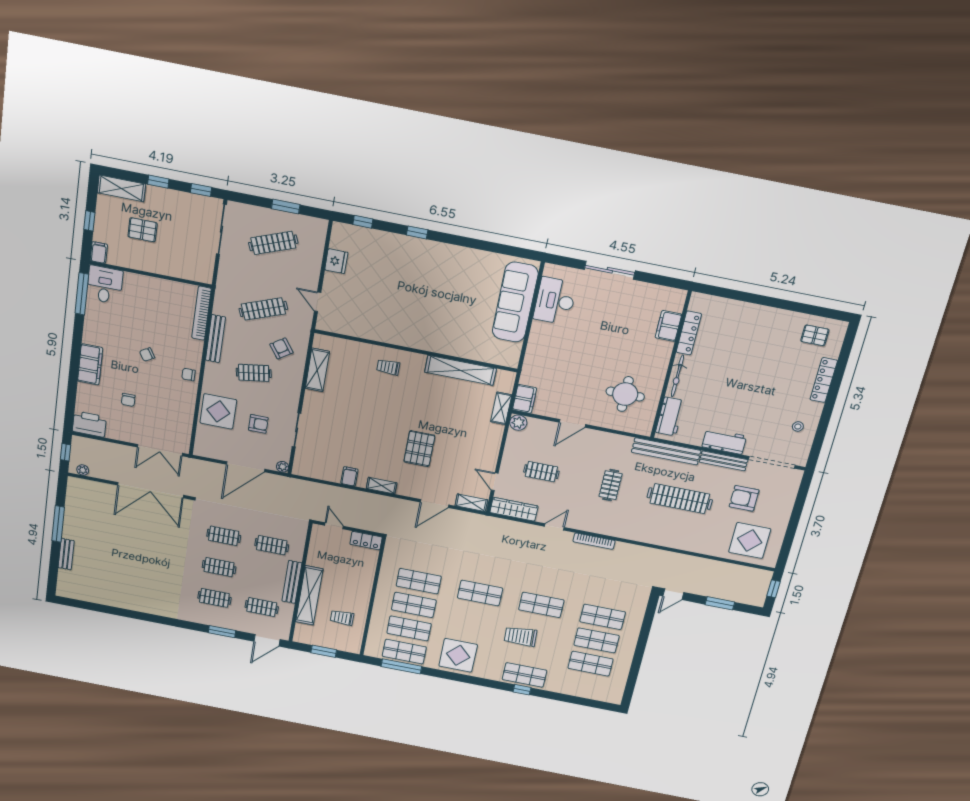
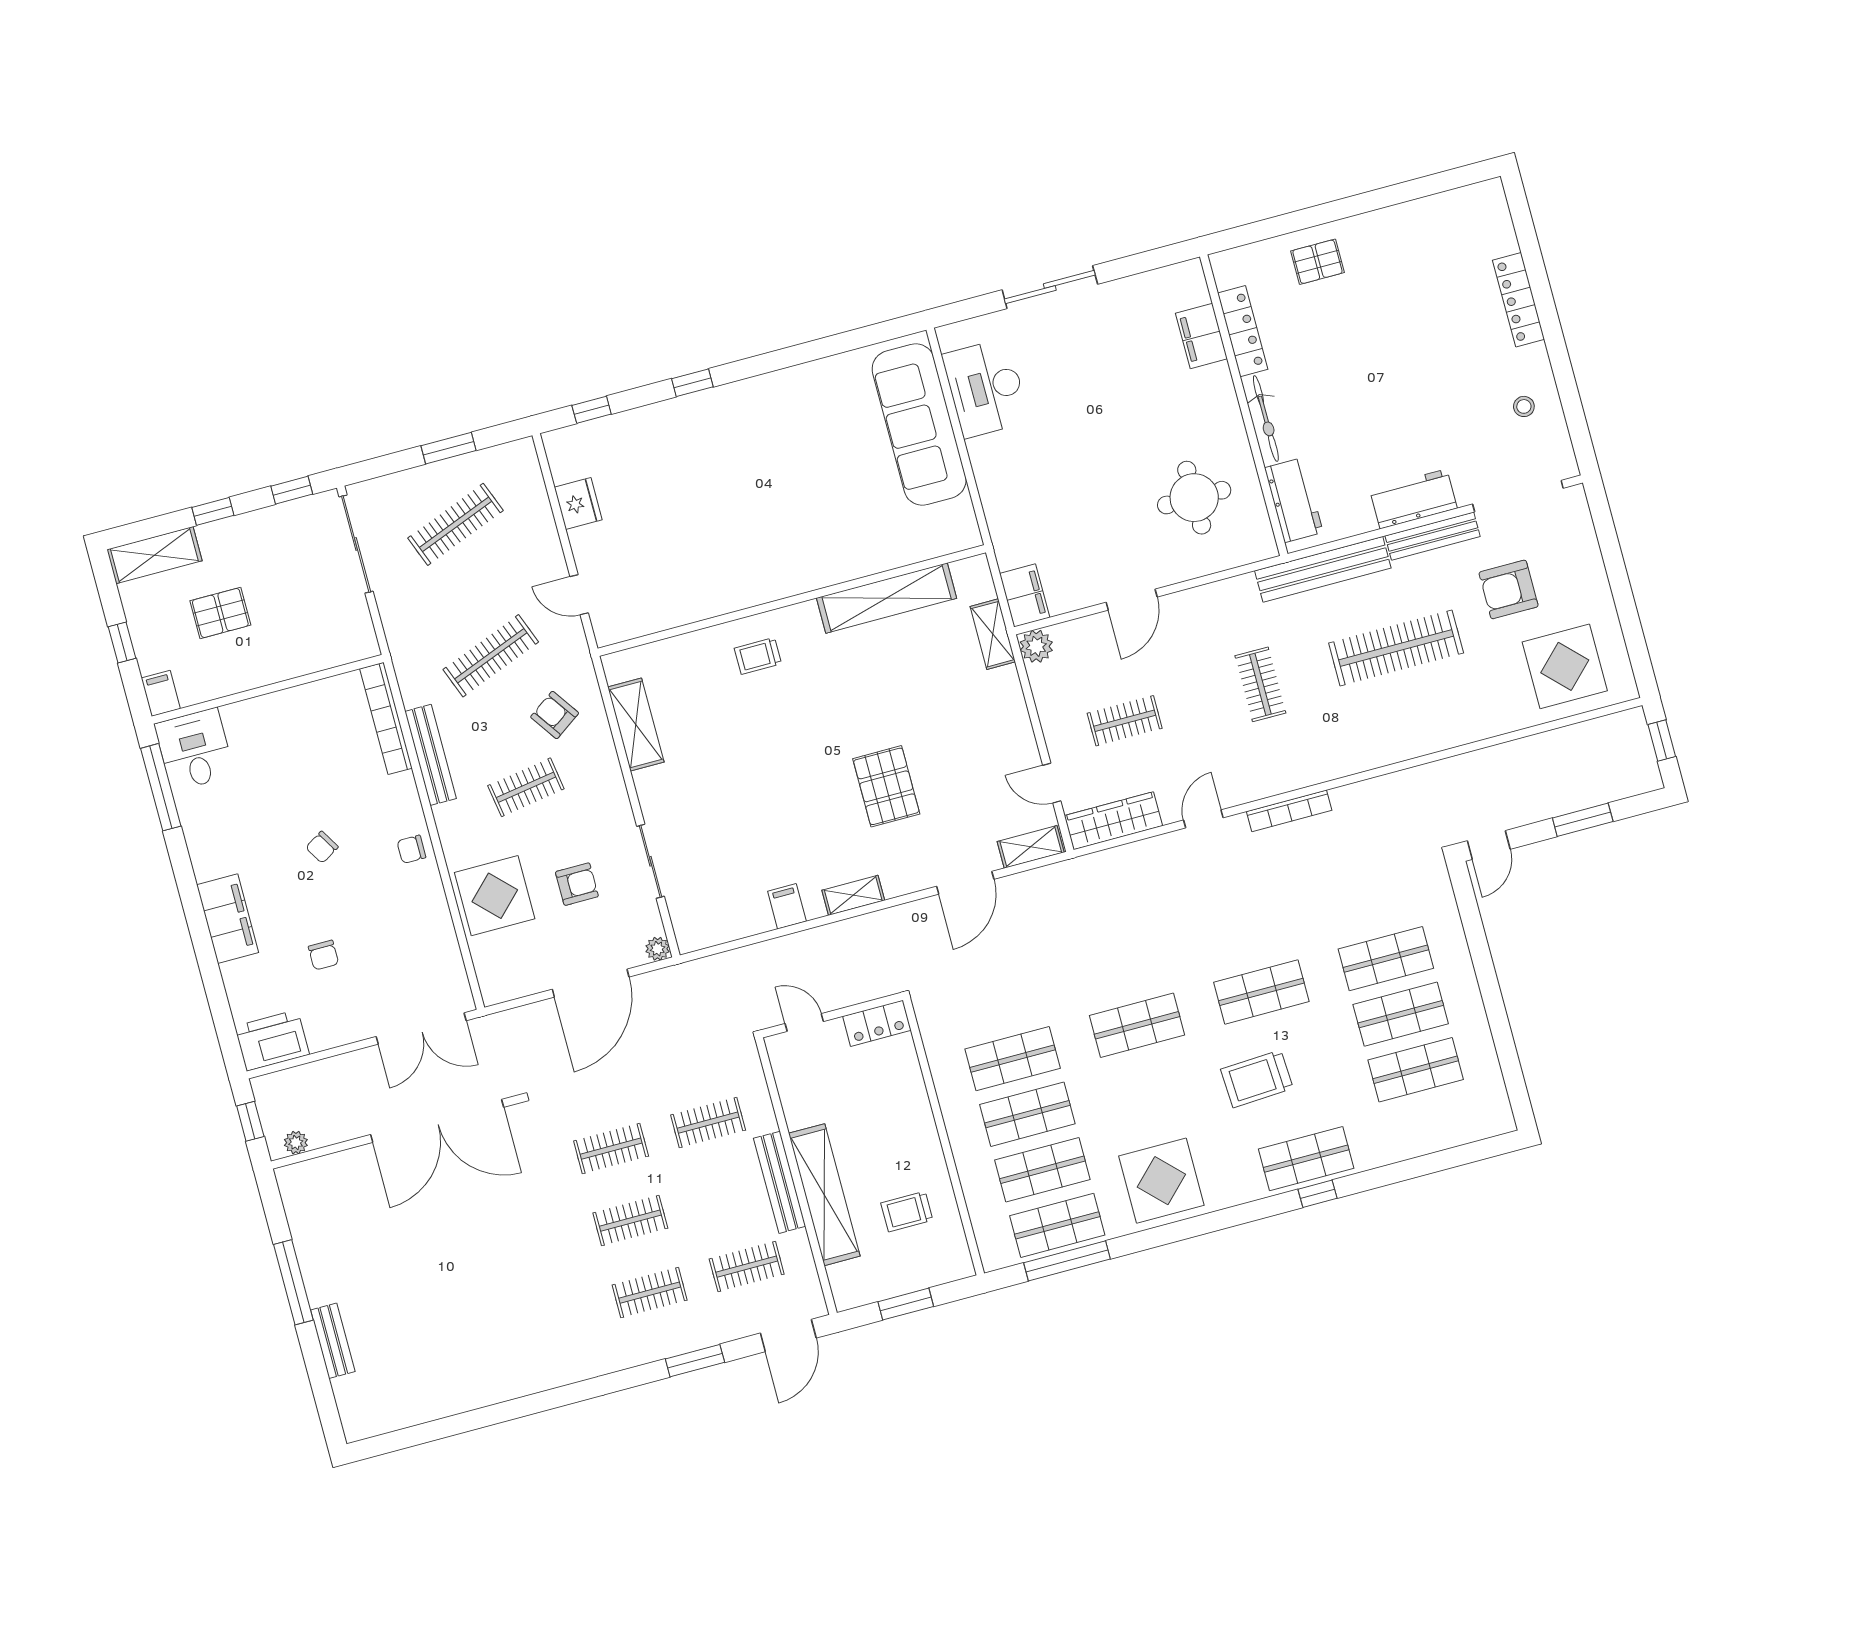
pallet: (815, 335) -> (1317, 262), moved

